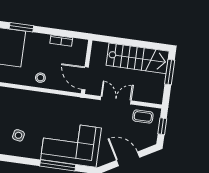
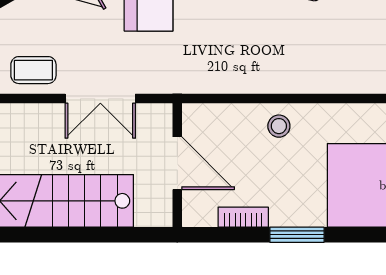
window: (21, 27) -> (297, 235), moved
door: (85, 78) -> (177, 163), moved

